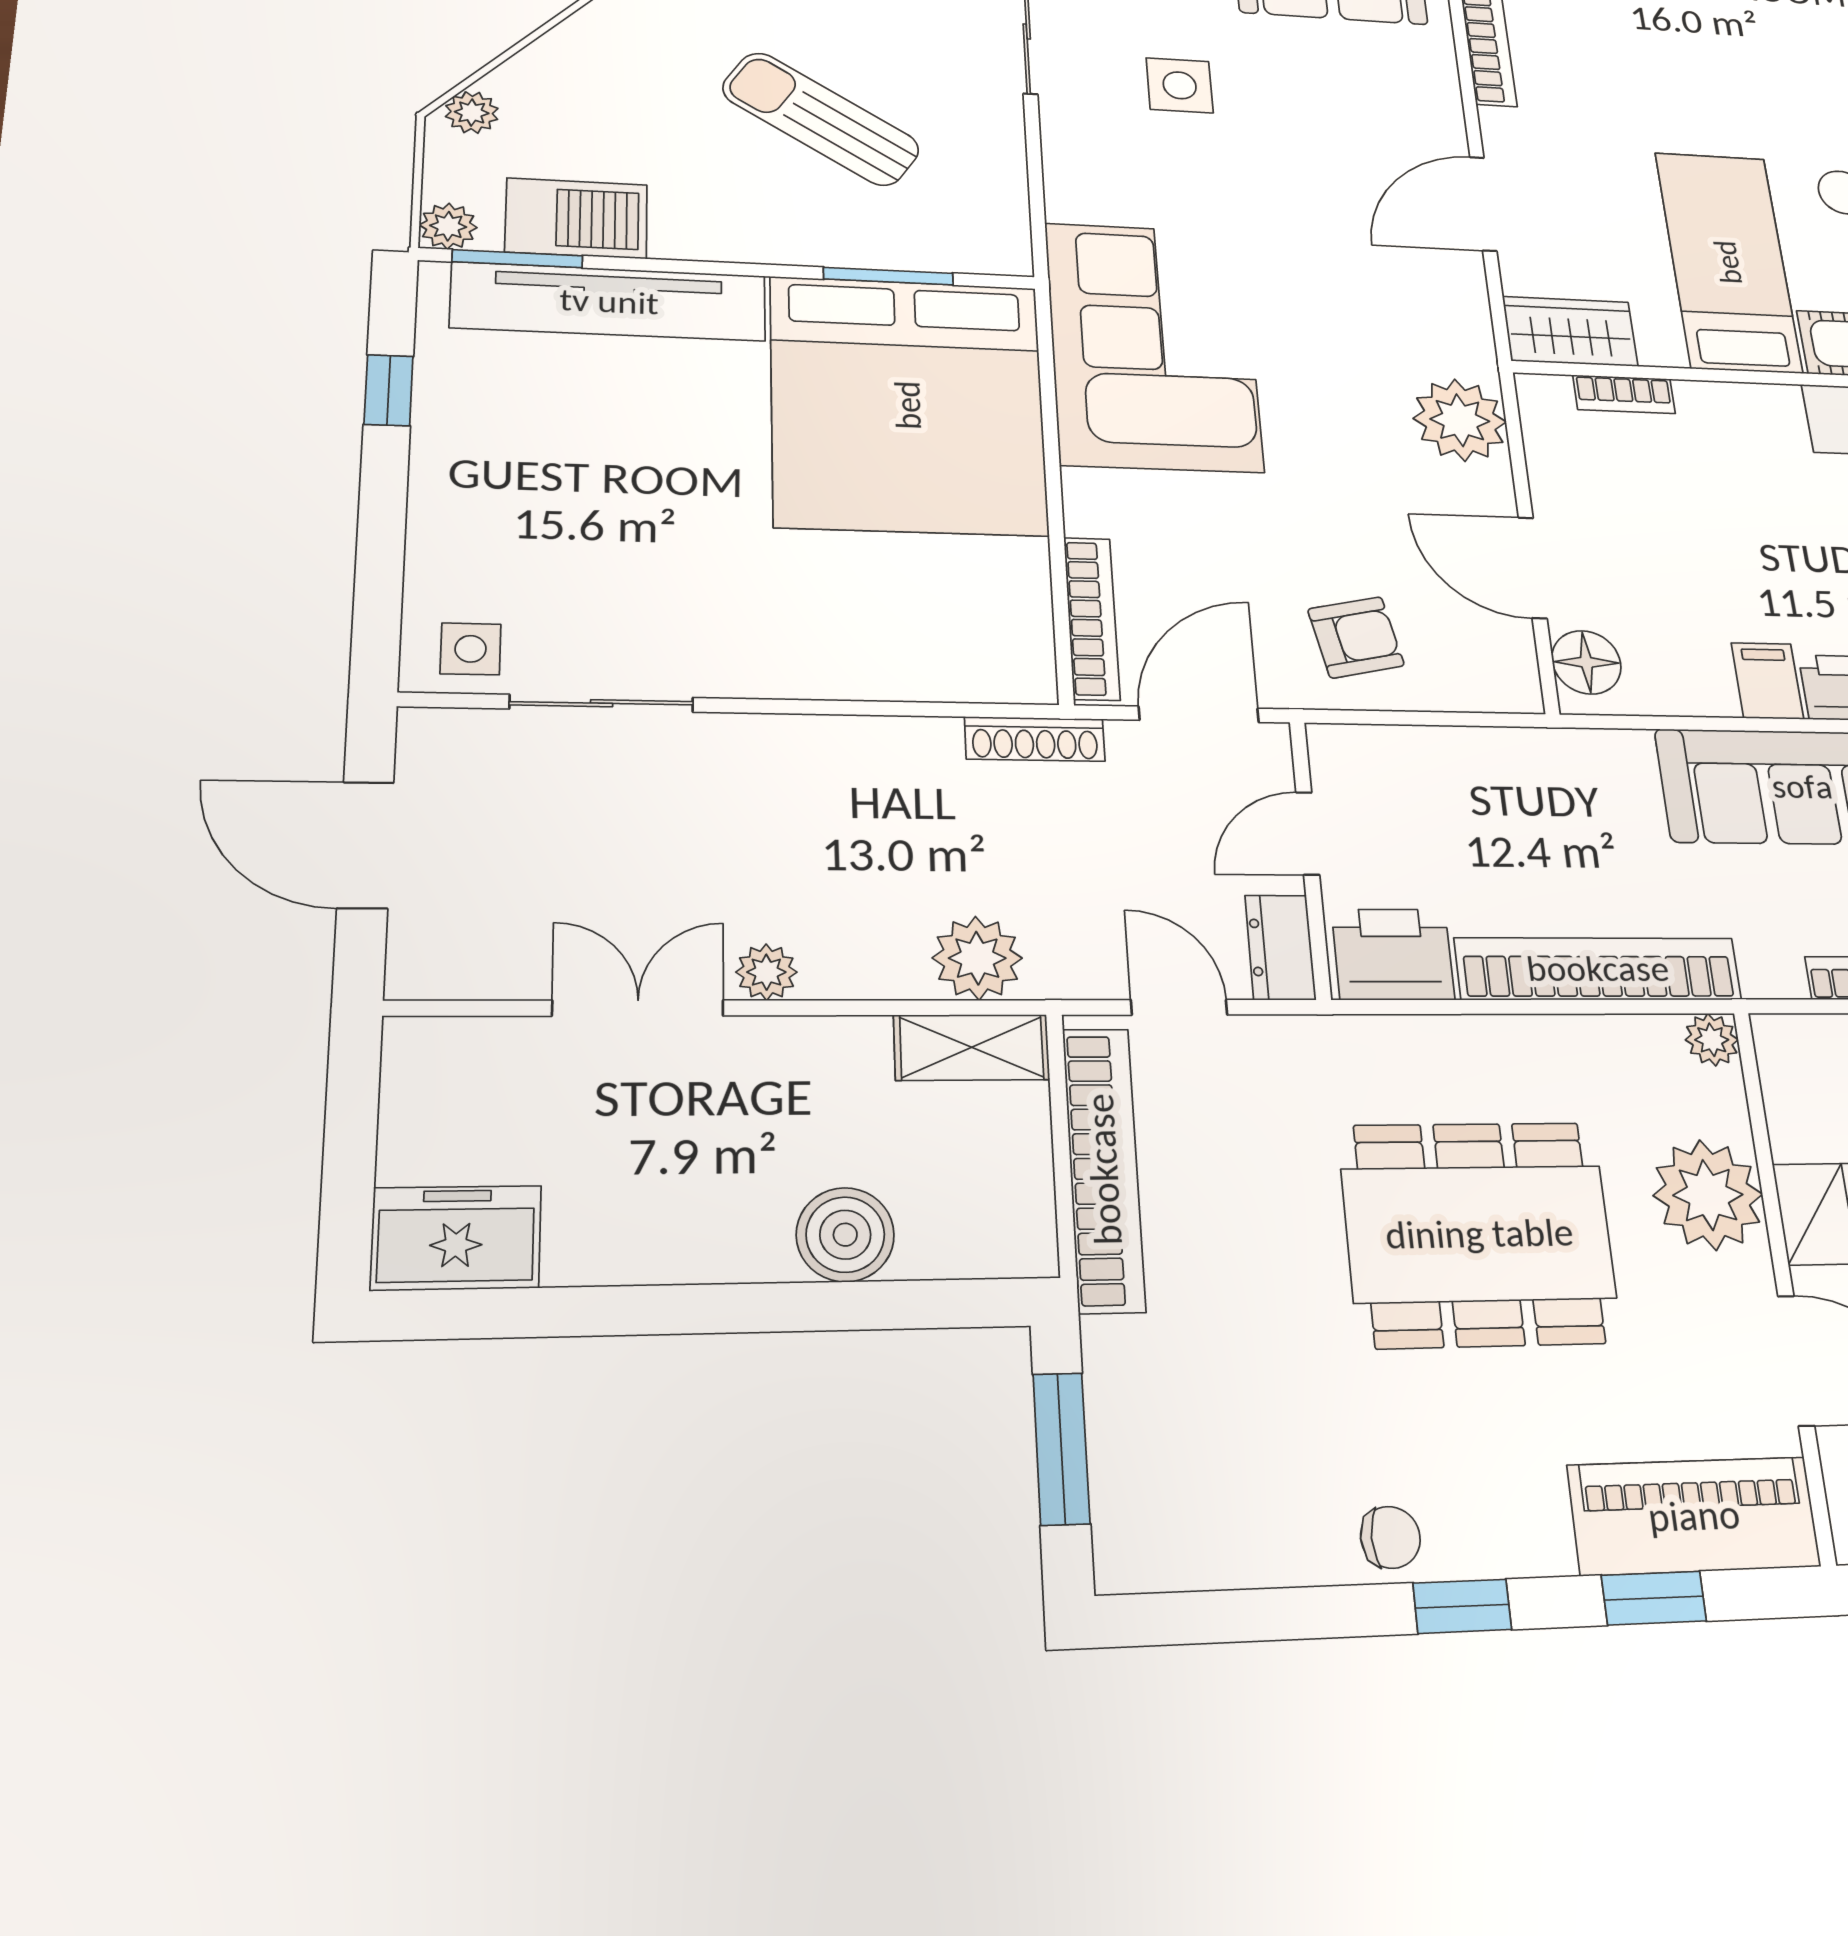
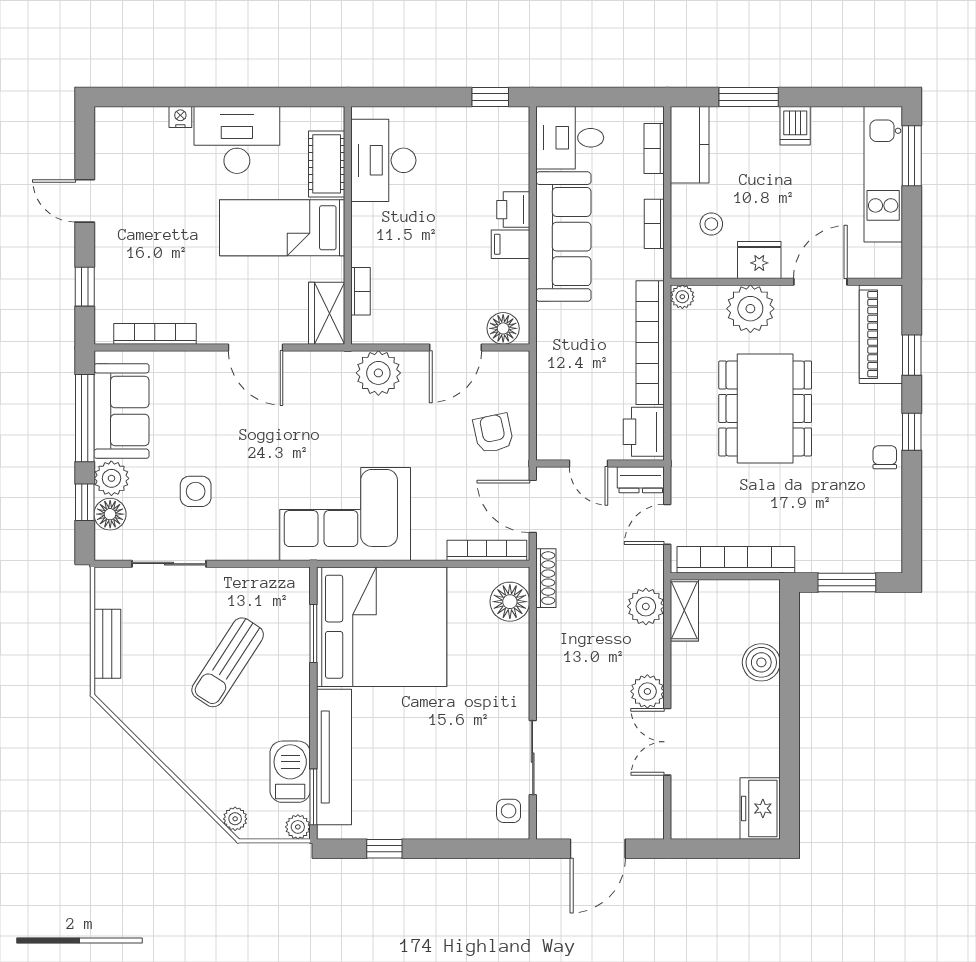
floor lamp: (976, 662) -> (510, 602), added
plant: (766, 972) -> (647, 691), width x1.38, depth x1.38

